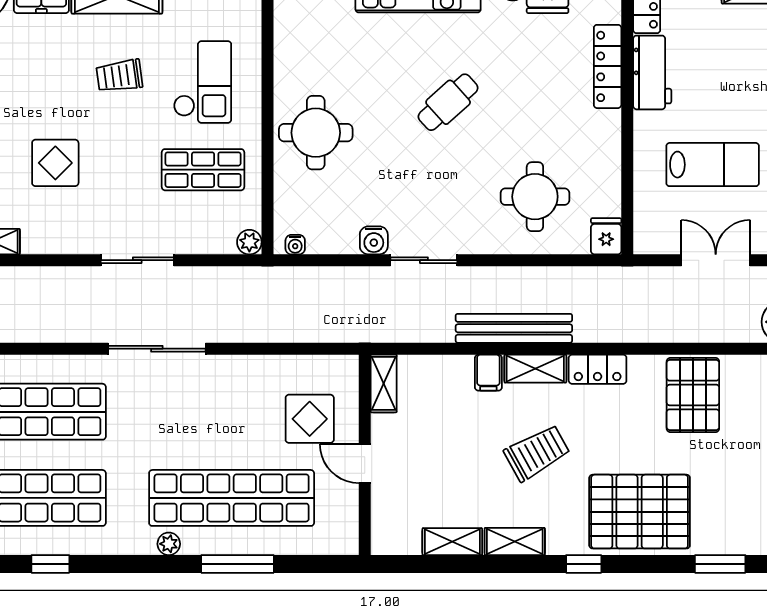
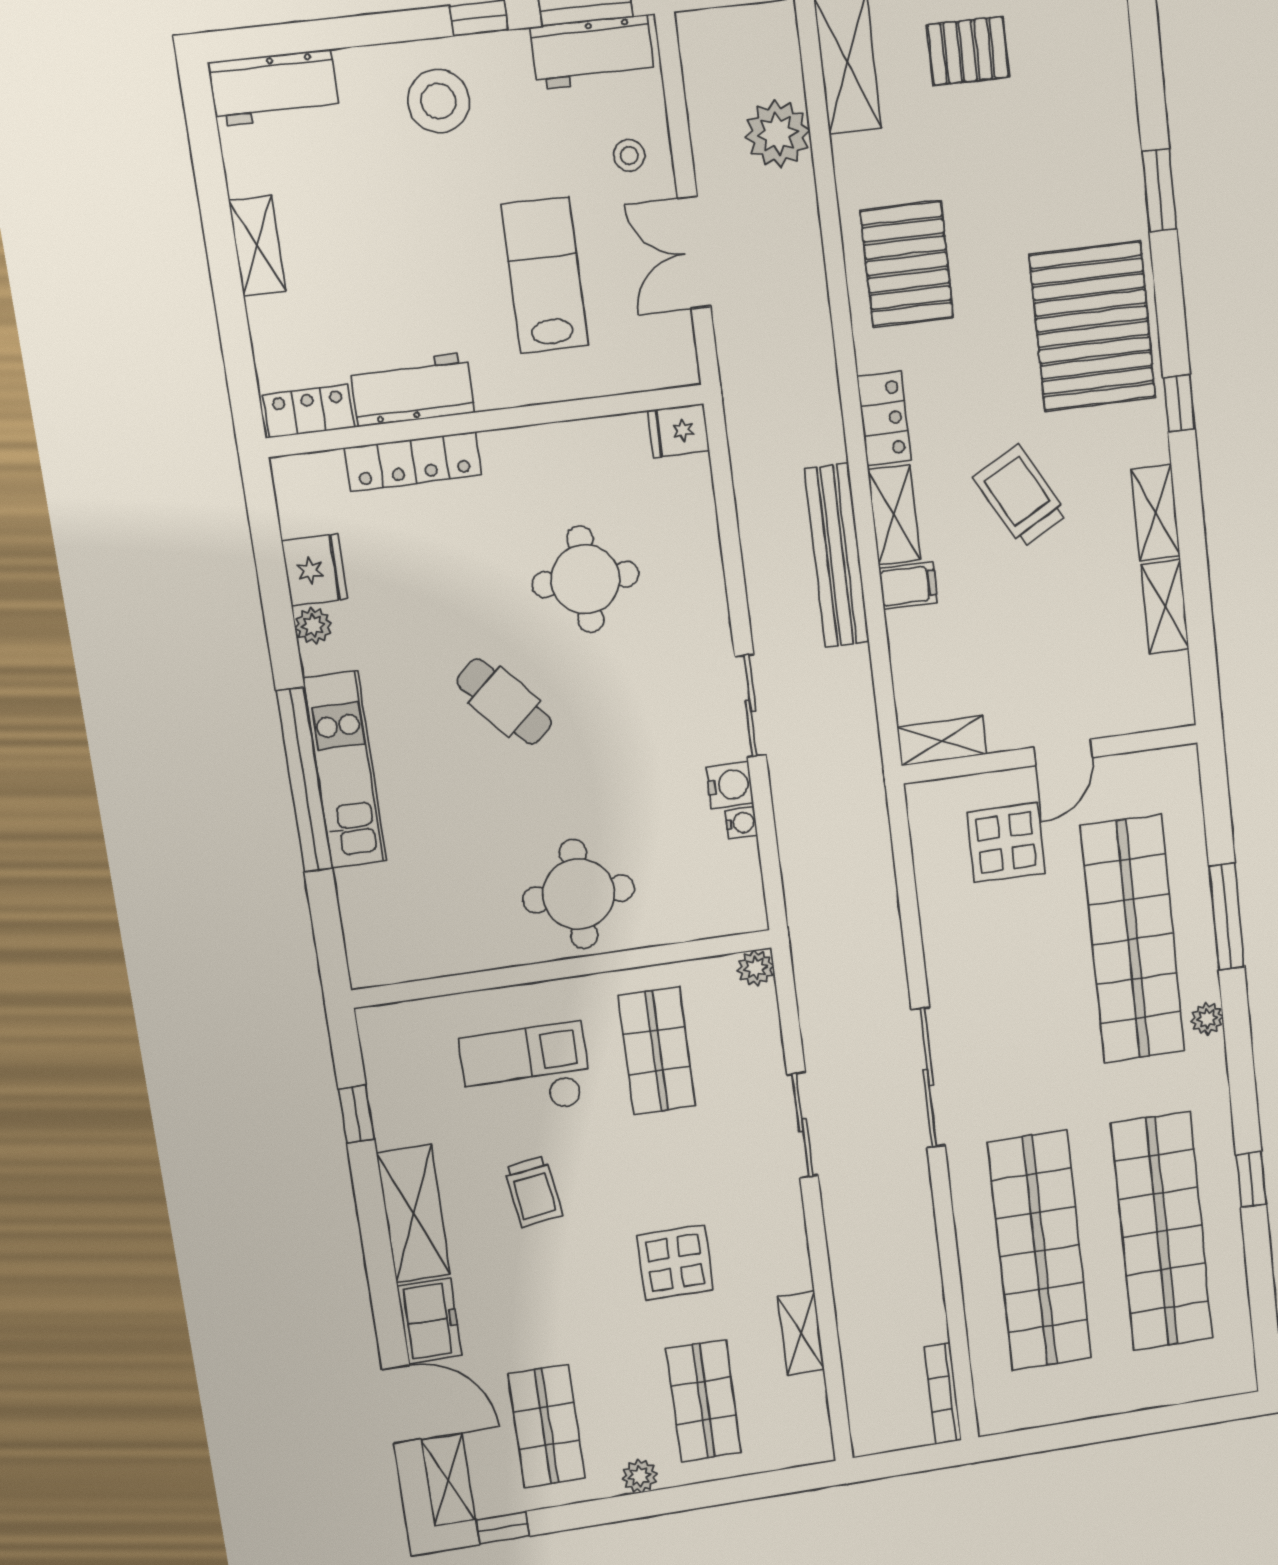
round table: (535, 197) -> (585, 579), moved
water cooler: (295, 245) -> (741, 823), moved
pallet: (693, 395) -> (907, 264), turned 90

